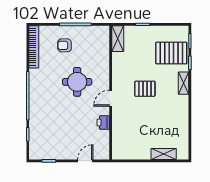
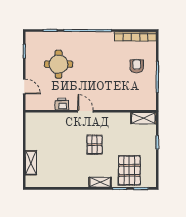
round table: (77, 82) -> (59, 64), moved

